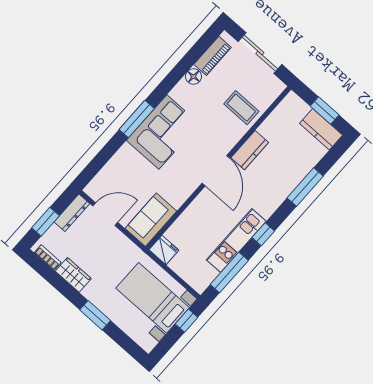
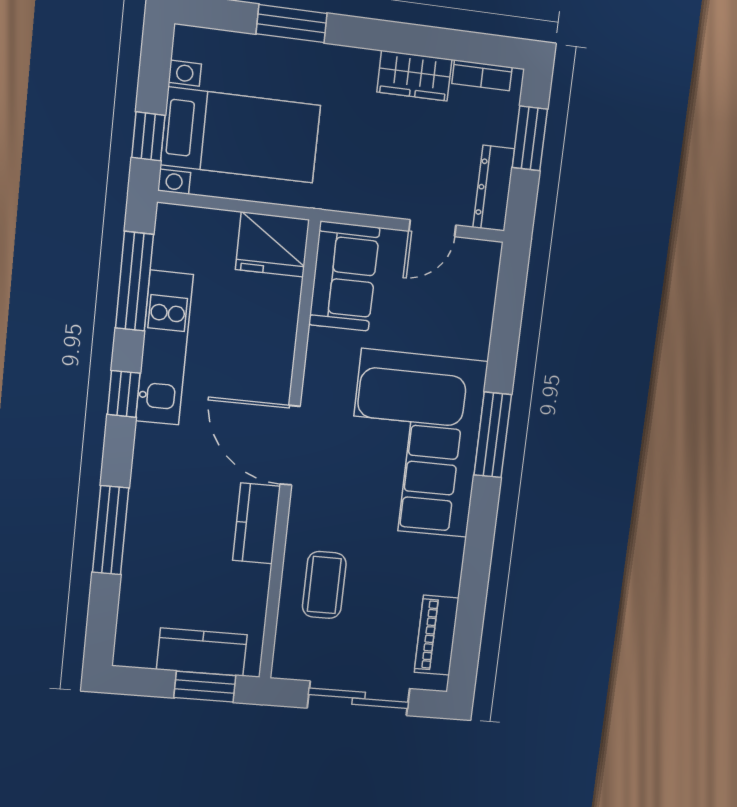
floor lamp: (194, 76) -> (445, 578), removed
coffee table: (241, 108) -> (324, 585), turned 90
window: (325, 110) -> (205, 687), moved
kitchen counter: (321, 129) -> (202, 652), moved
corner sofa: (163, 132) -> (415, 444), width x1.36, depth x1.36
door: (105, 214) -> (432, 228), width x0.73
fridge: (164, 250) -> (272, 244), width x1.36, depth x1.34
window: (95, 315) -> (292, 24), moved

